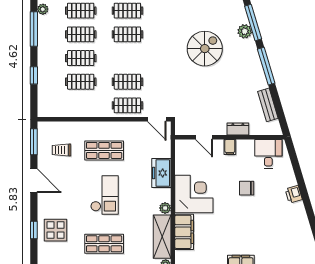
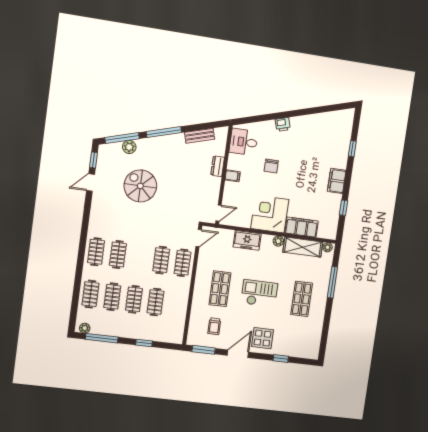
door: (204, 137) -> (219, 213), moved
display table: (56, 230) -> (262, 338), moved

